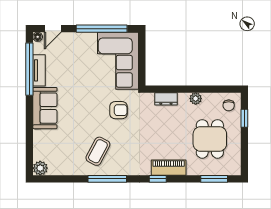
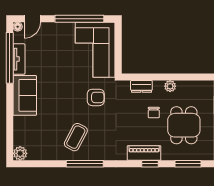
chair: (229, 105) -> (154, 113), moved
window: (158, 179) -> (150, 164), moved

